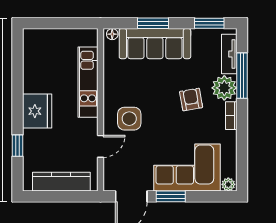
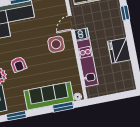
window: (153, 23) -> (63, 107), moved
fridge: (37, 111) -> (119, 50), moved
dishwasher: (88, 126) -> (82, 34), added

